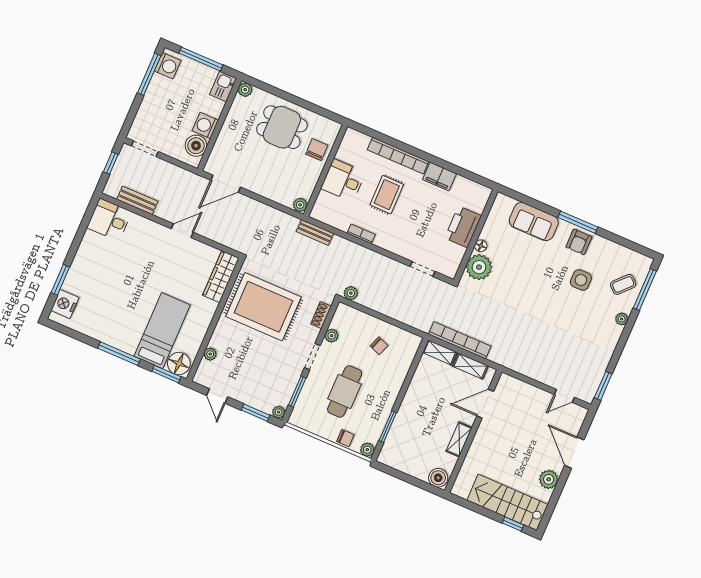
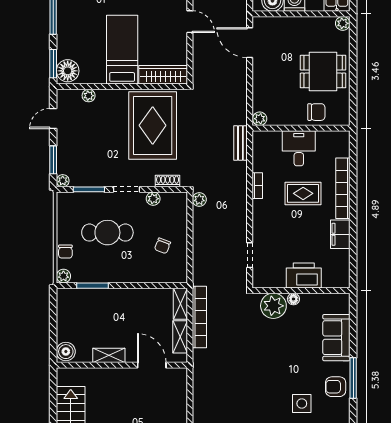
dining table: (282, 127) -> (323, 72), turned 90
bed: (162, 331) -> (122, 50), moved, turned -90

